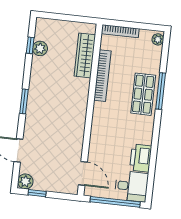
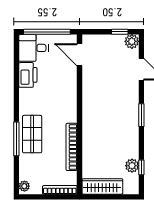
wardrobe: (85, 55) -> (102, 186), moved, turned -90

